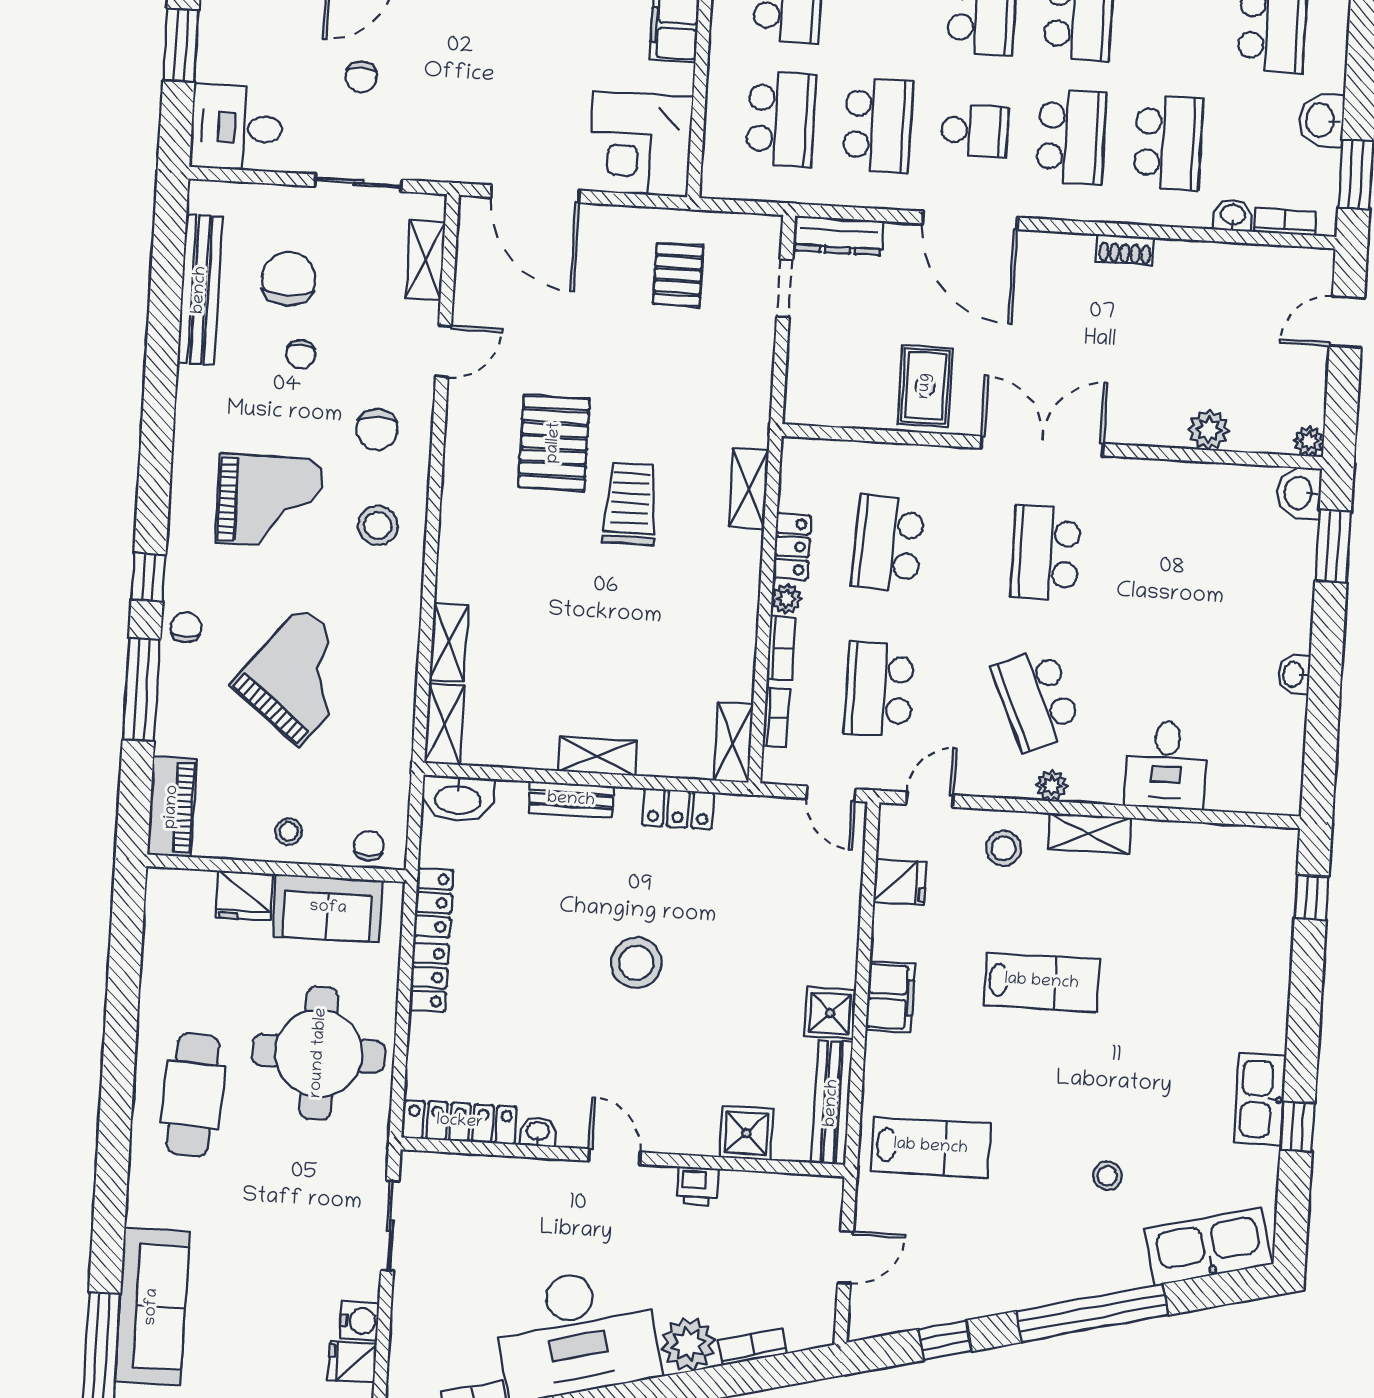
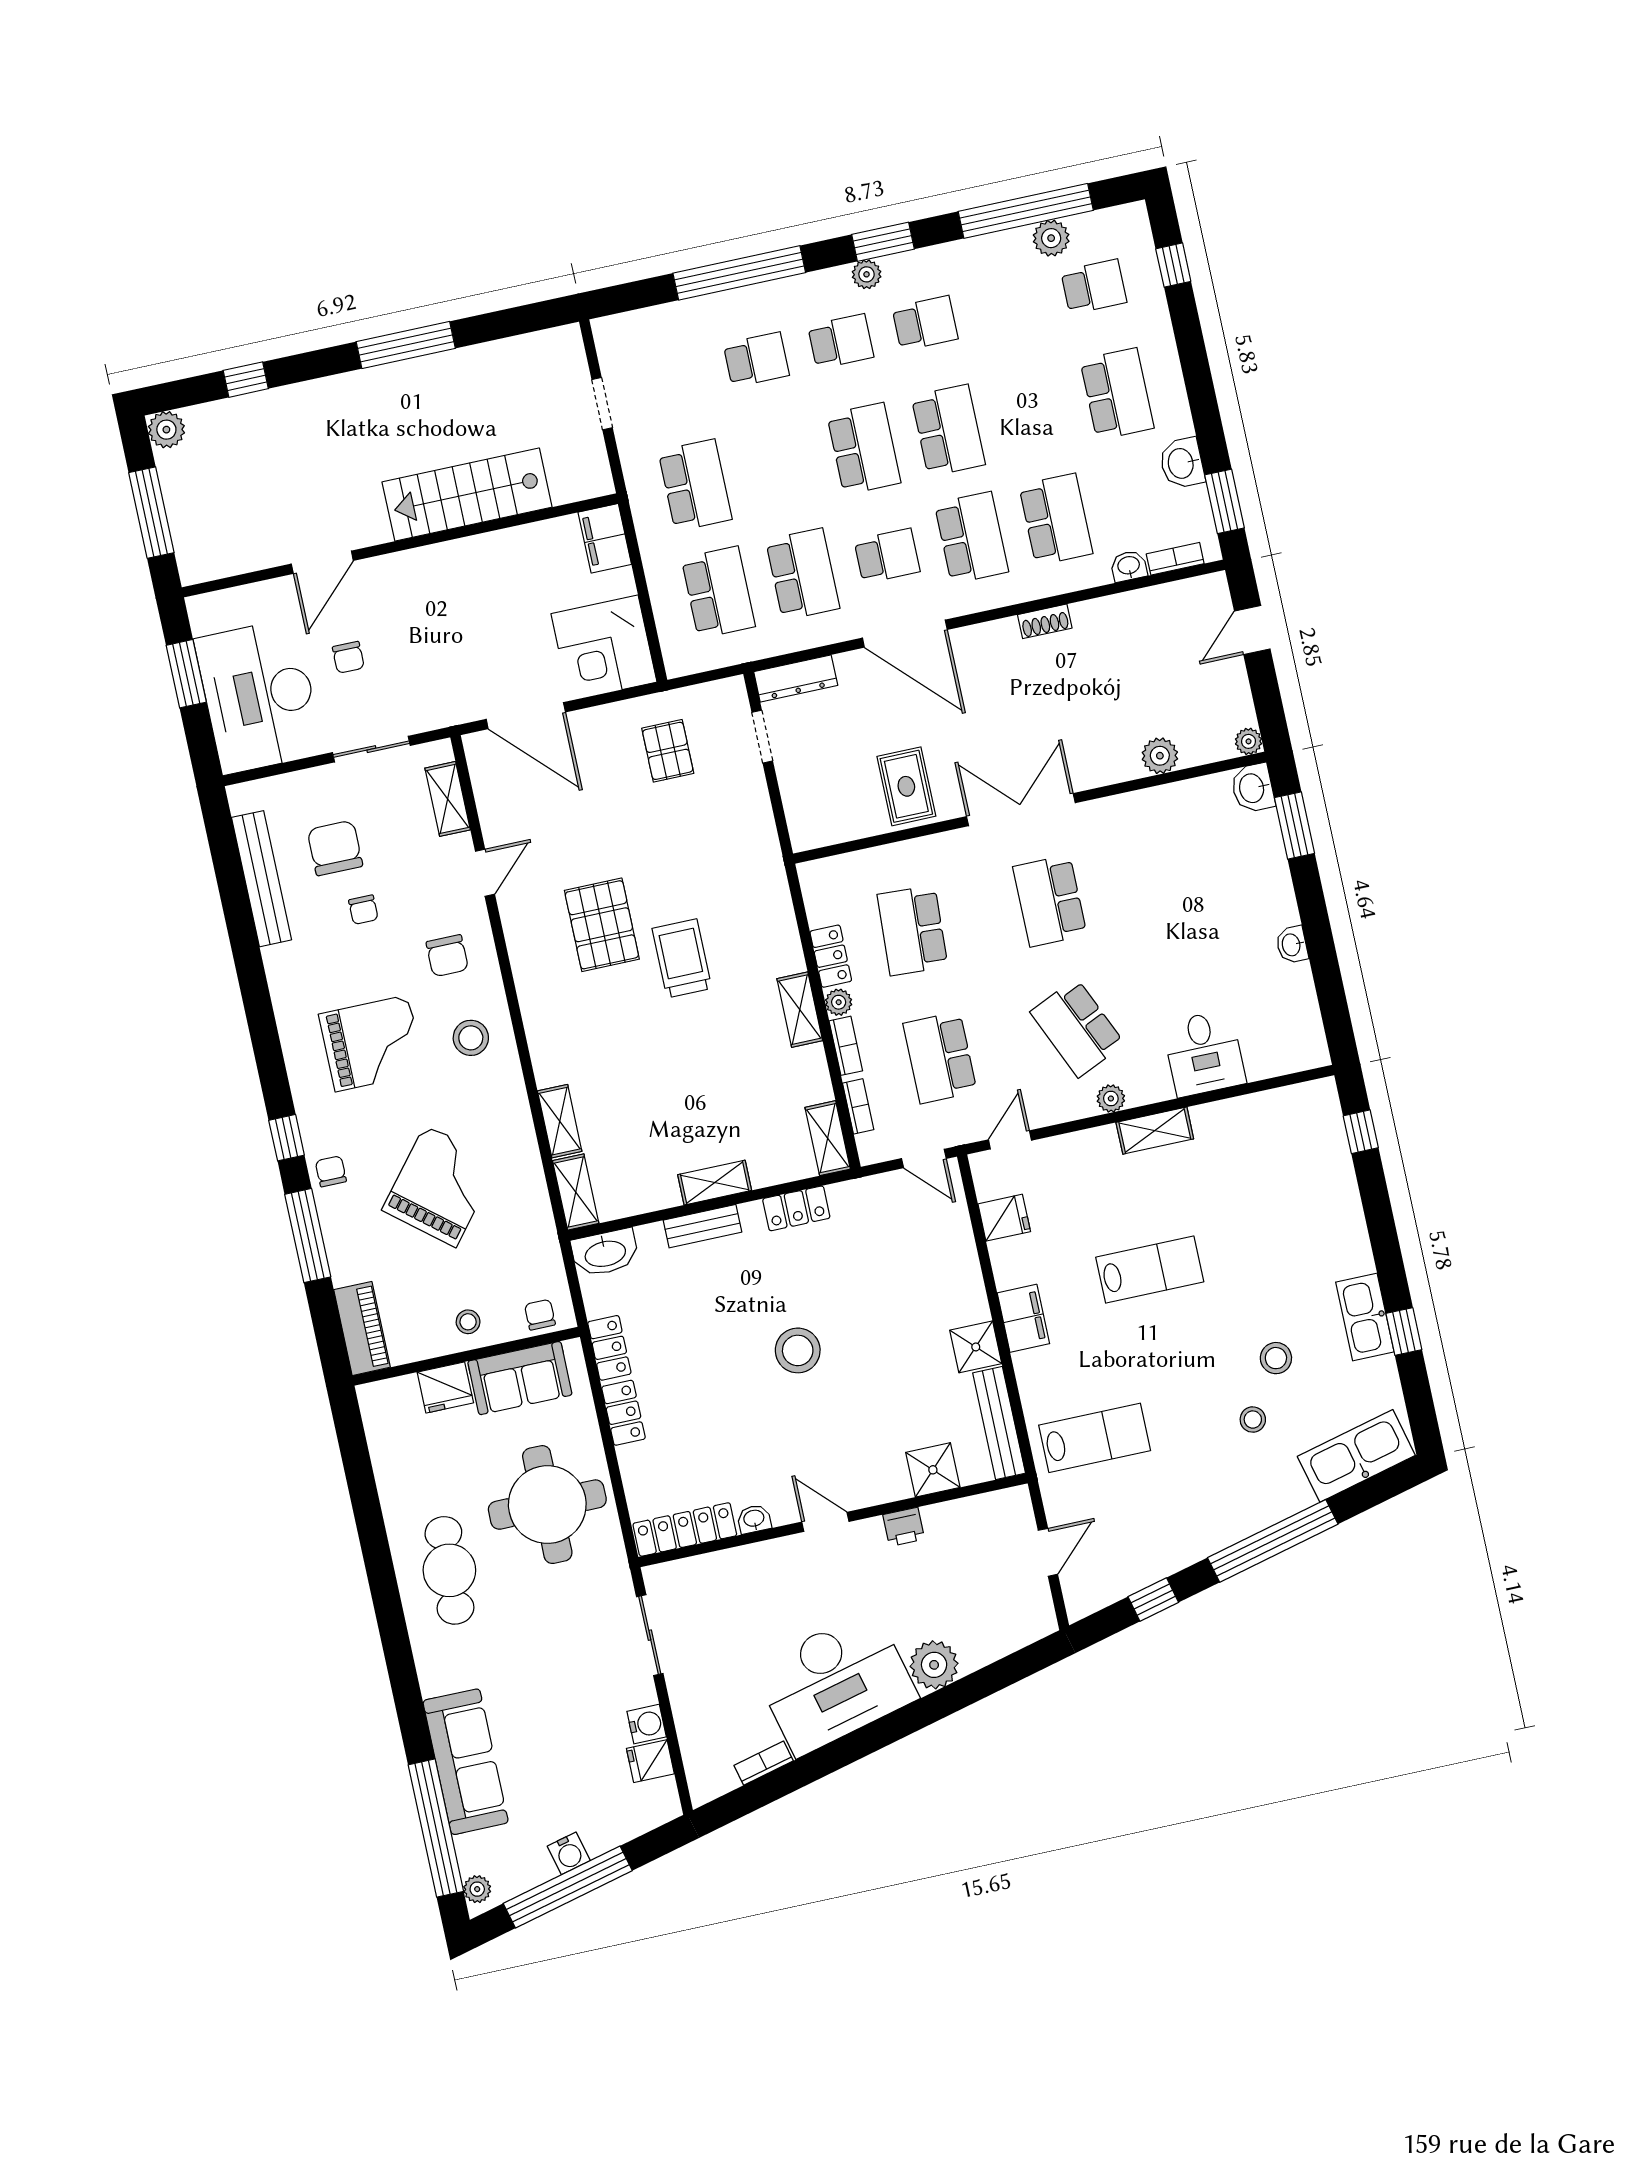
desk: (237, 128) -> (259, 696), width x1.87, depth x1.30
shelving: (749, 488) -> (800, 1010), moved
stool: (1004, 848) -> (1276, 1358), moved
bookcase: (753, 1347) -> (990, 1652), removed

